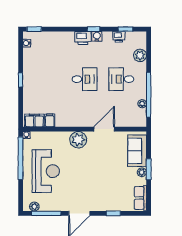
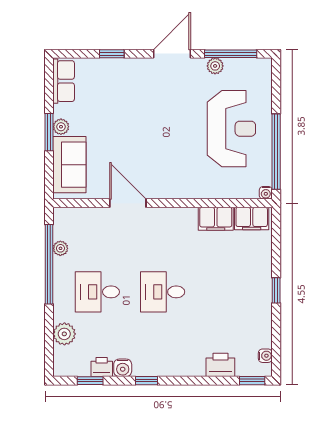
water cooler: (97, 36) -> (123, 368), moved
printer: (83, 38) -> (220, 365), moved
desk: (121, 79) -> (97, 292), turned 180
filing cabinet: (50, 120) -> (216, 219), width x2.00
door: (104, 129) -> (128, 203), swing flipped
plant: (78, 140) -> (174, 184), removed
reception desk: (46, 171) -> (231, 129), turned 180
plant: (34, 206) -> (215, 66), moved

